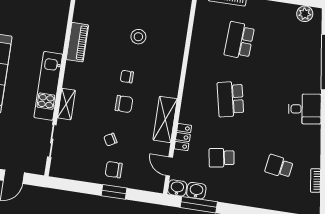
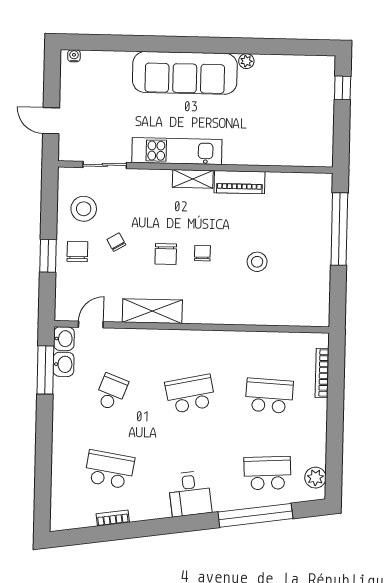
school desk: (297, 49) -> (267, 473), added
shelving: (66, 104) -> (193, 179), moved
locker: (183, 137) -> (132, 337), removed
school desk: (222, 158) -> (111, 392), turned 30
stool: (82, 161) -> (84, 209), added
school desk: (279, 166) -> (109, 469), width x1.85
bookcase: (315, 181) -> (113, 518), moved

